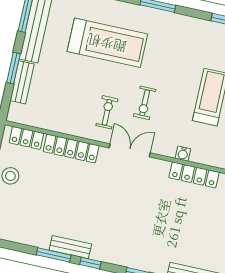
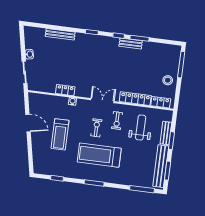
treadmill: (107, 43) -> (99, 155), moved
weight bench: (66, 96) -> (141, 127), added
double door: (130, 150) -> (102, 101), swing flipped
locker: (194, 175) -> (65, 90), width x0.66

